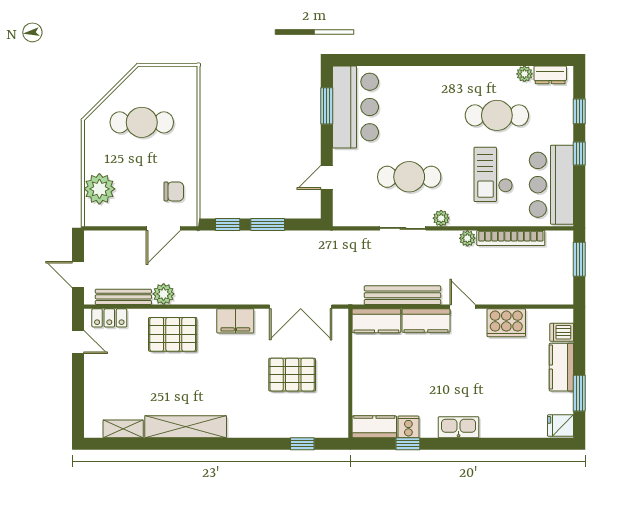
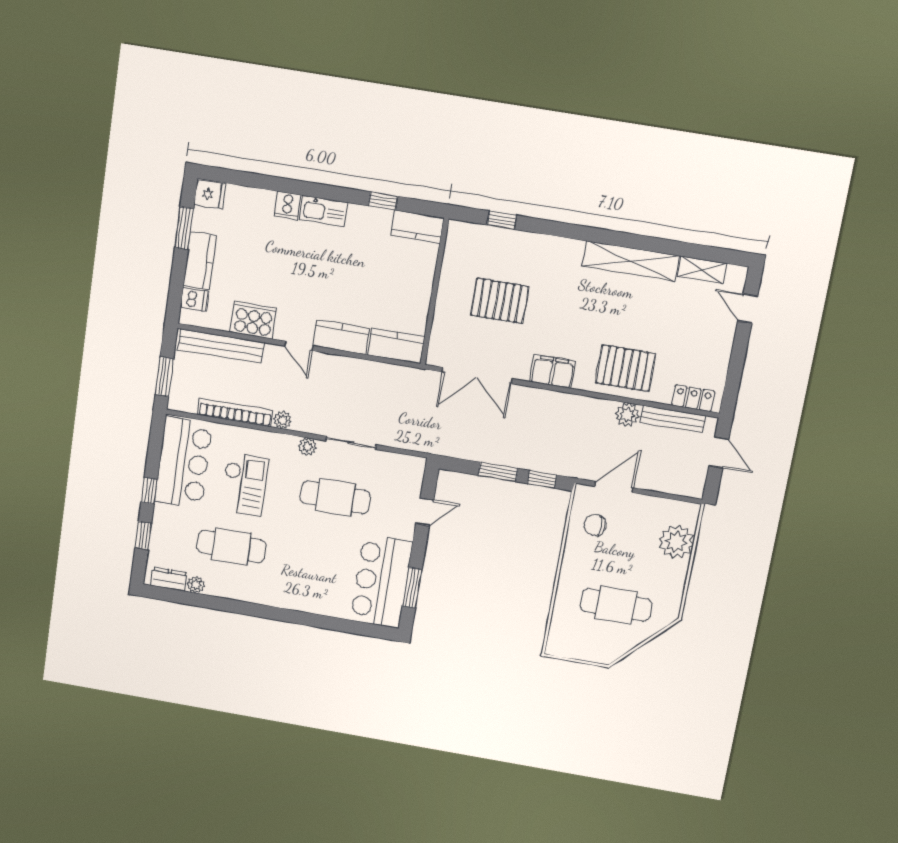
bench: (402, 295) -> (221, 346), moved
double door: (301, 307) -> (477, 375), swing flipped
door: (78, 342) -> (748, 308), moved
cooker: (408, 427) -> (287, 205), moved

